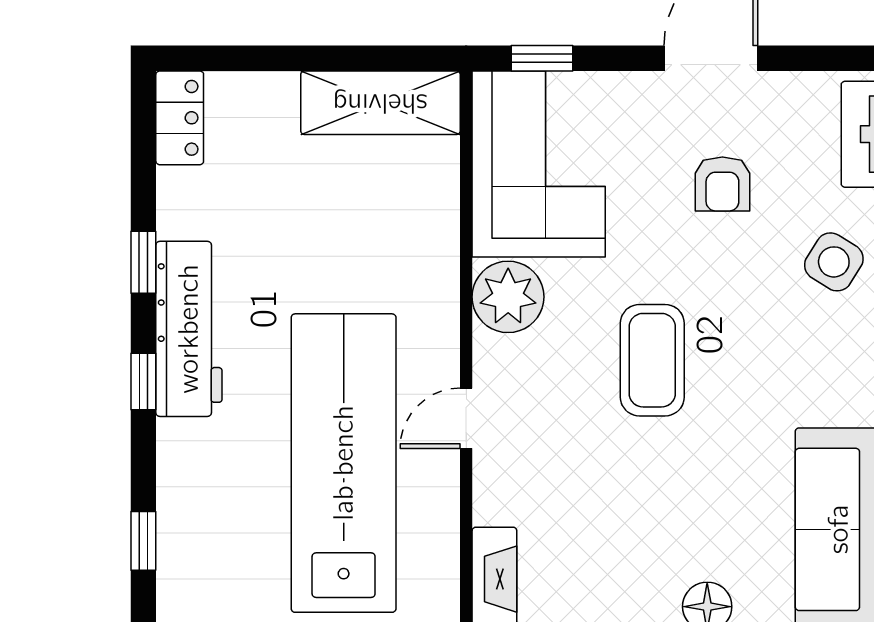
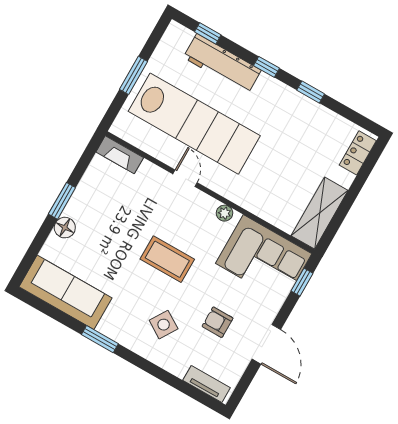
locker: (180, 118) -> (358, 153), moved, turned 90
side table: (834, 262) -> (164, 325), moved
plant: (508, 297) -> (225, 213), width x0.53, depth x0.53
workbench: (189, 329) -> (222, 64), moved

